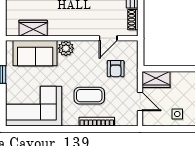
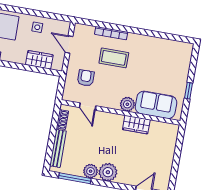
wardrobe: (33, 28) -> (136, 125), moved
door: (108, 38) -> (88, 107), swing flipped
wardrobe: (156, 79) -> (39, 60), moved
corner sofa: (34, 106) -> (166, 57), removed

